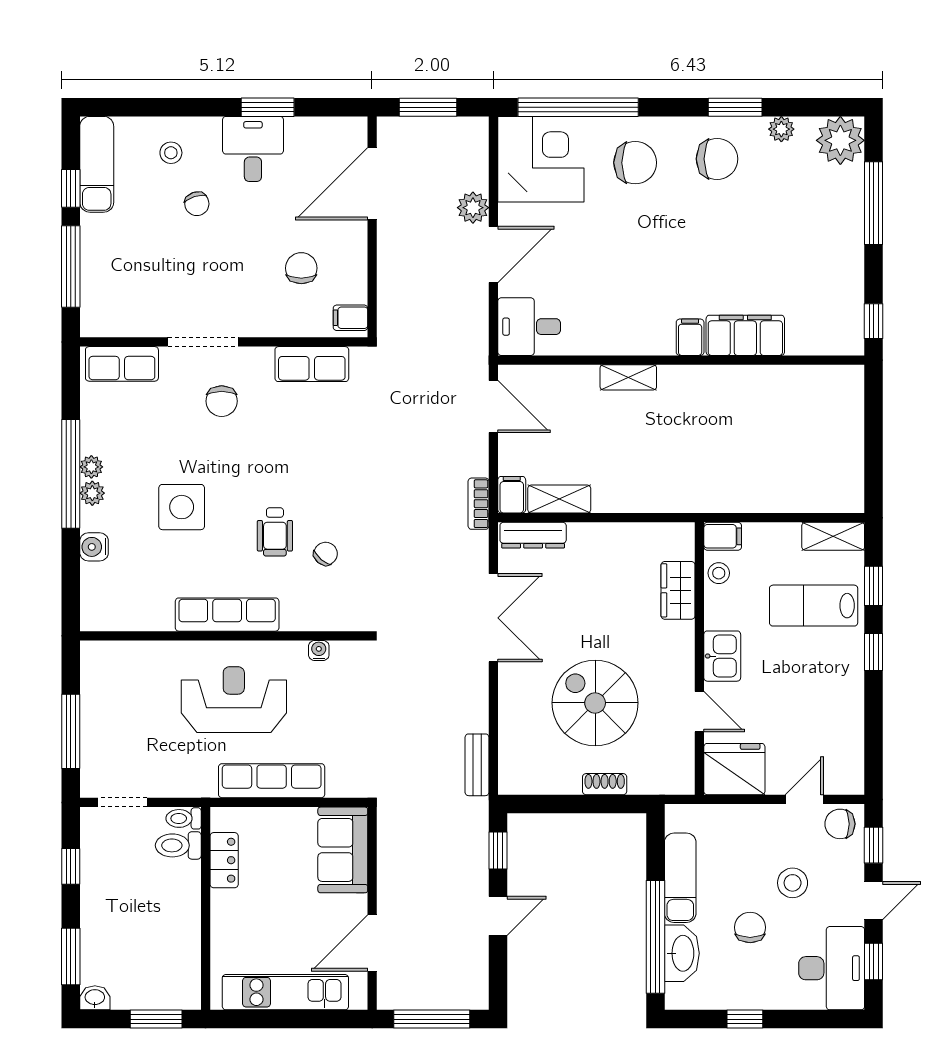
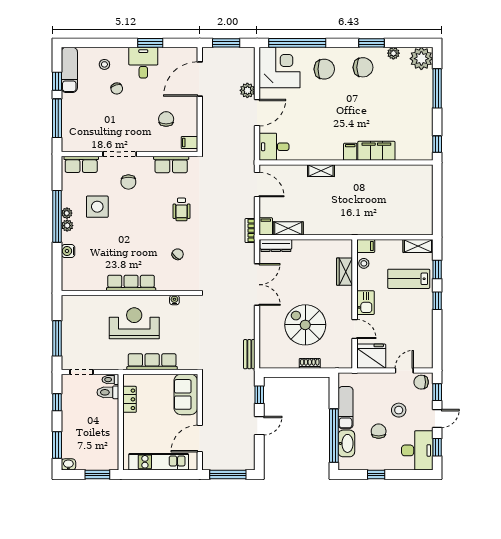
side table: (182, 507) -> (97, 207), moved
wheelchair: (275, 532) -> (182, 209), moved

